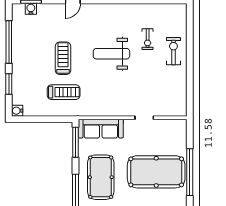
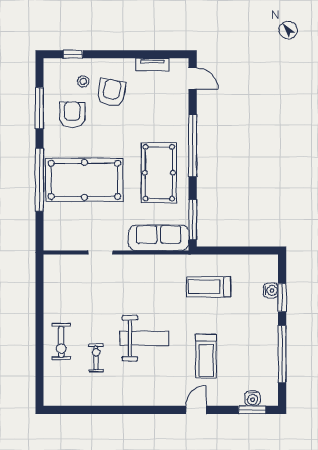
treadmill: (63, 58) -> (206, 356), moved
water cooler: (17, 111) -> (271, 290), moved

